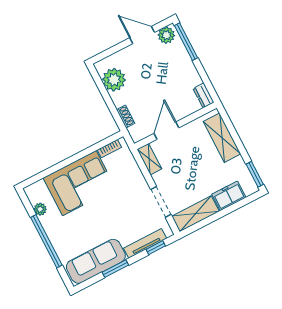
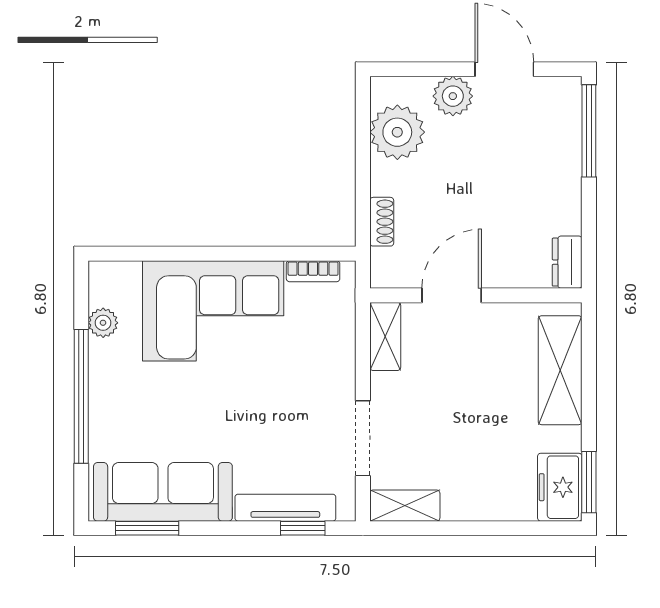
plant: (166, 35) -> (453, 96), moved
freezer: (229, 196) -> (560, 487), moved, turned -90
shelving: (195, 214) -> (405, 506), width x0.67, depth x0.75
window: (115, 269) -> (147, 528), moved

